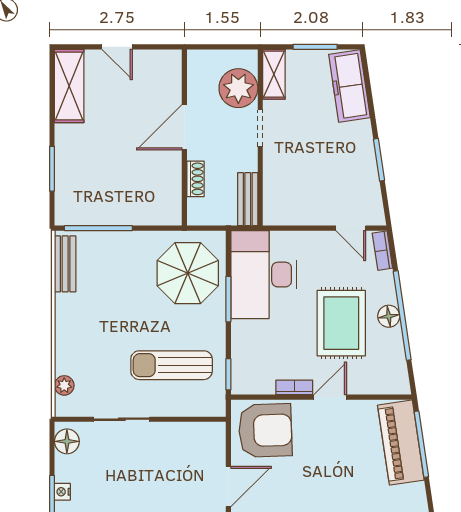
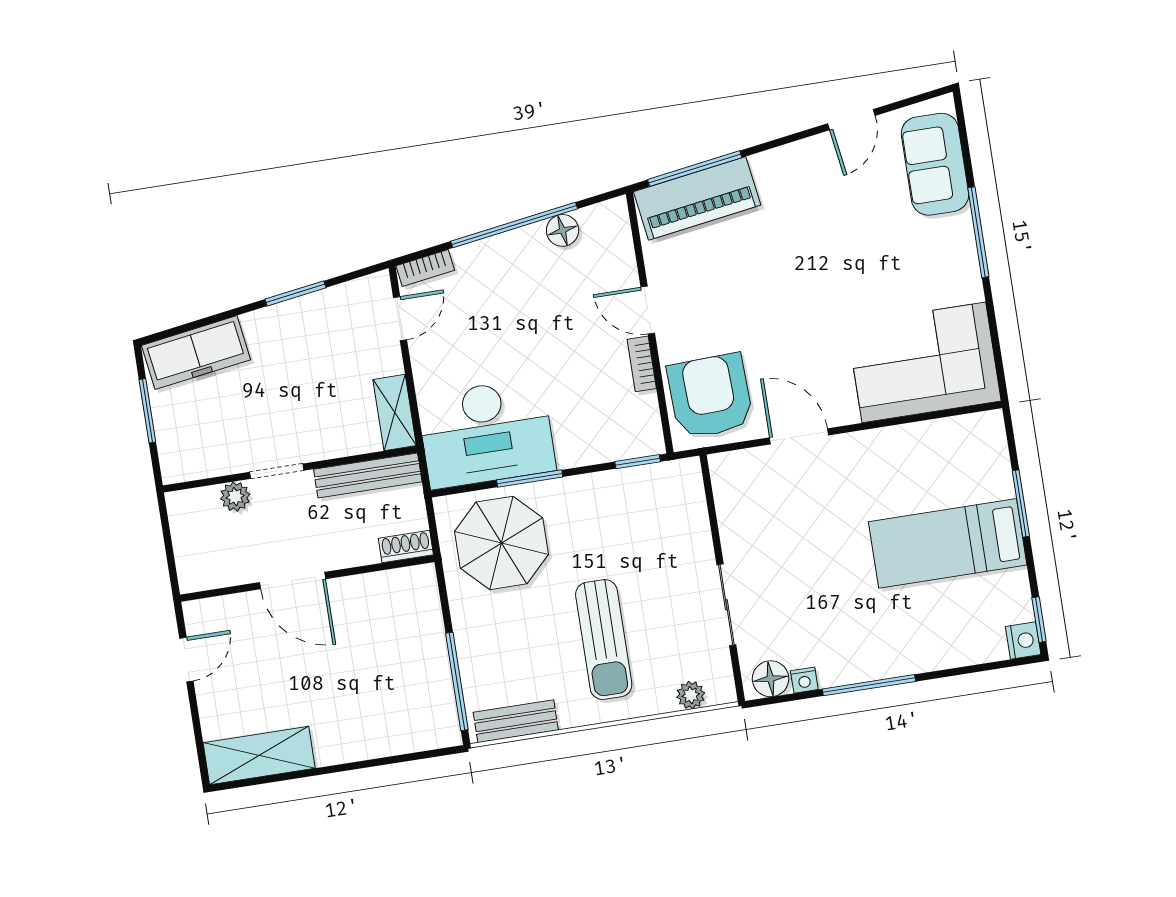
door: (117, 47) -> (186, 660), moved
shelving: (274, 74) -> (395, 412), moved, turned 90
plant: (238, 88) -> (235, 497), width x0.53, depth x0.53
window: (52, 169) -> (382, 761), removed
shoe rack: (195, 179) -> (406, 546), moved
bench: (248, 199) -> (368, 475), width x1.36
floor lamp: (389, 316) -> (563, 230), moved
rug: (341, 323) -> (539, 311), removed
sun lounger: (172, 365) -> (604, 640), moved
nightstand: (62, 492) -> (804, 680), moved

